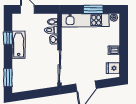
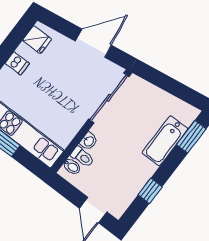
bathtub: (19, 45) -> (165, 141), moved

